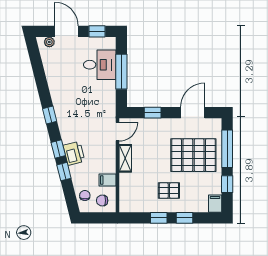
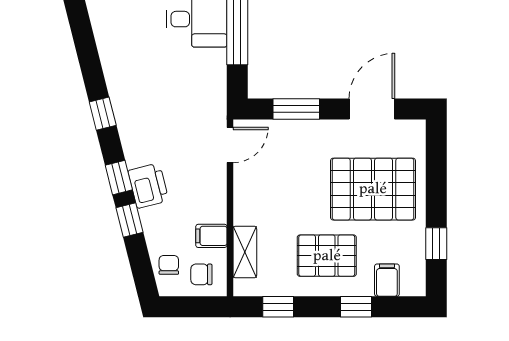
window: (153, 113) -> (296, 109), width x1.50
window: (227, 149) -> (436, 177), removed
shelving: (125, 158) -> (245, 252), moved
pallet: (169, 191) -> (327, 256), width x1.50, depth x1.42
filing cabinet: (215, 204) -> (387, 280), moved
window: (159, 218) -> (278, 307), moved

